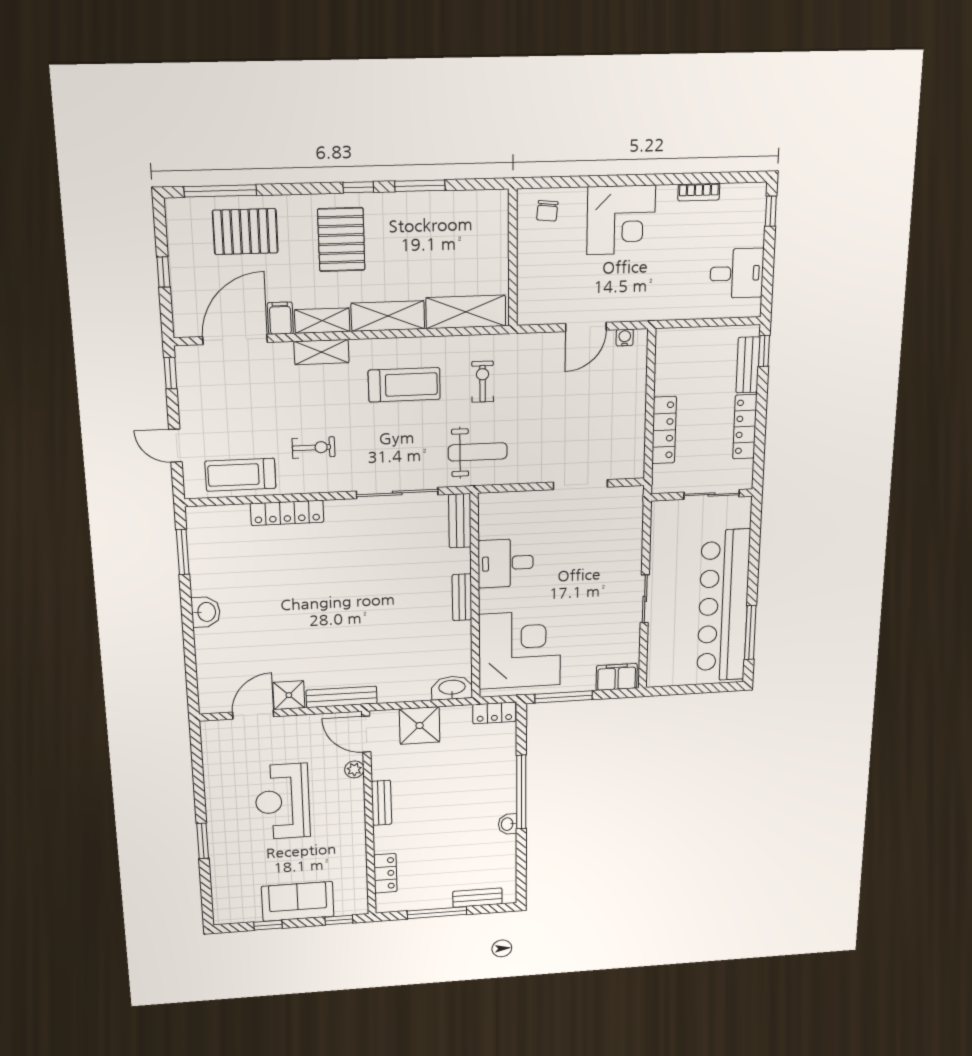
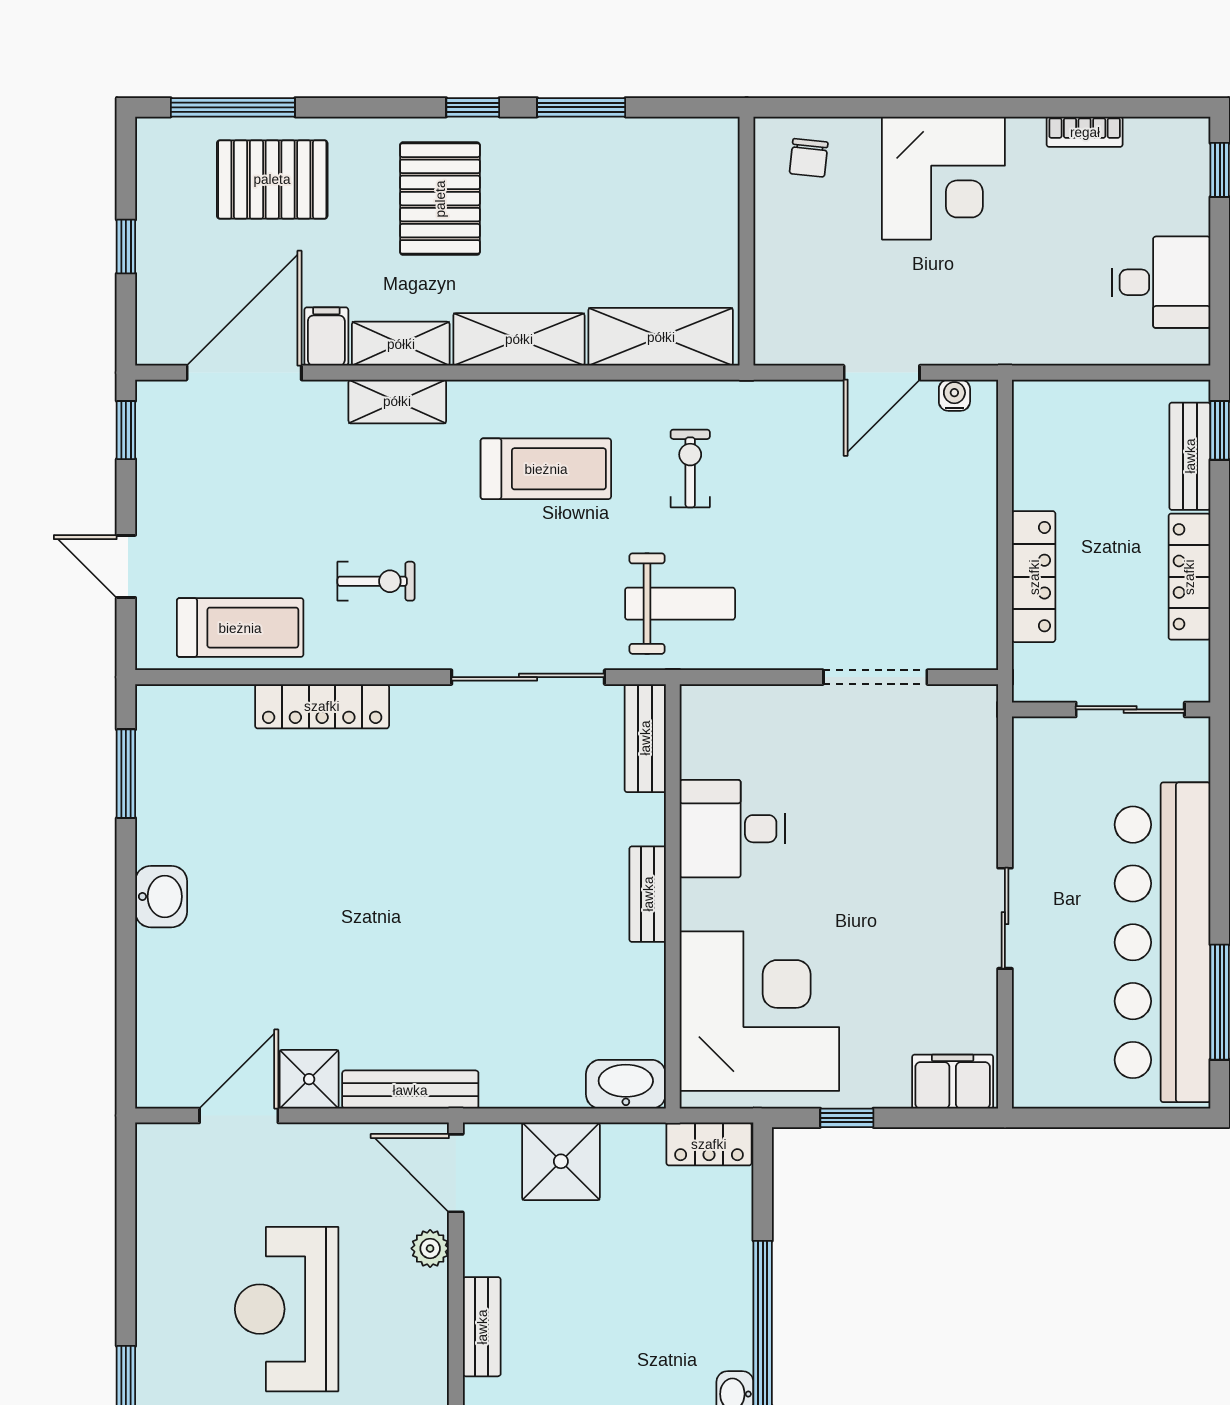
treadmill: (240, 475) -> (240, 628), turned 180
window: (564, 697) -> (847, 1118), width x0.46

